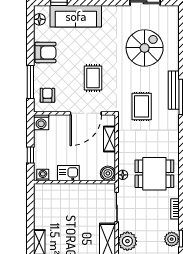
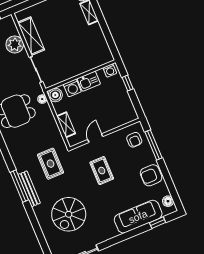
door: (86, 113) -> (95, 138), width x0.53
washing machine: (41, 122) -> (72, 88), moved, turned 180

